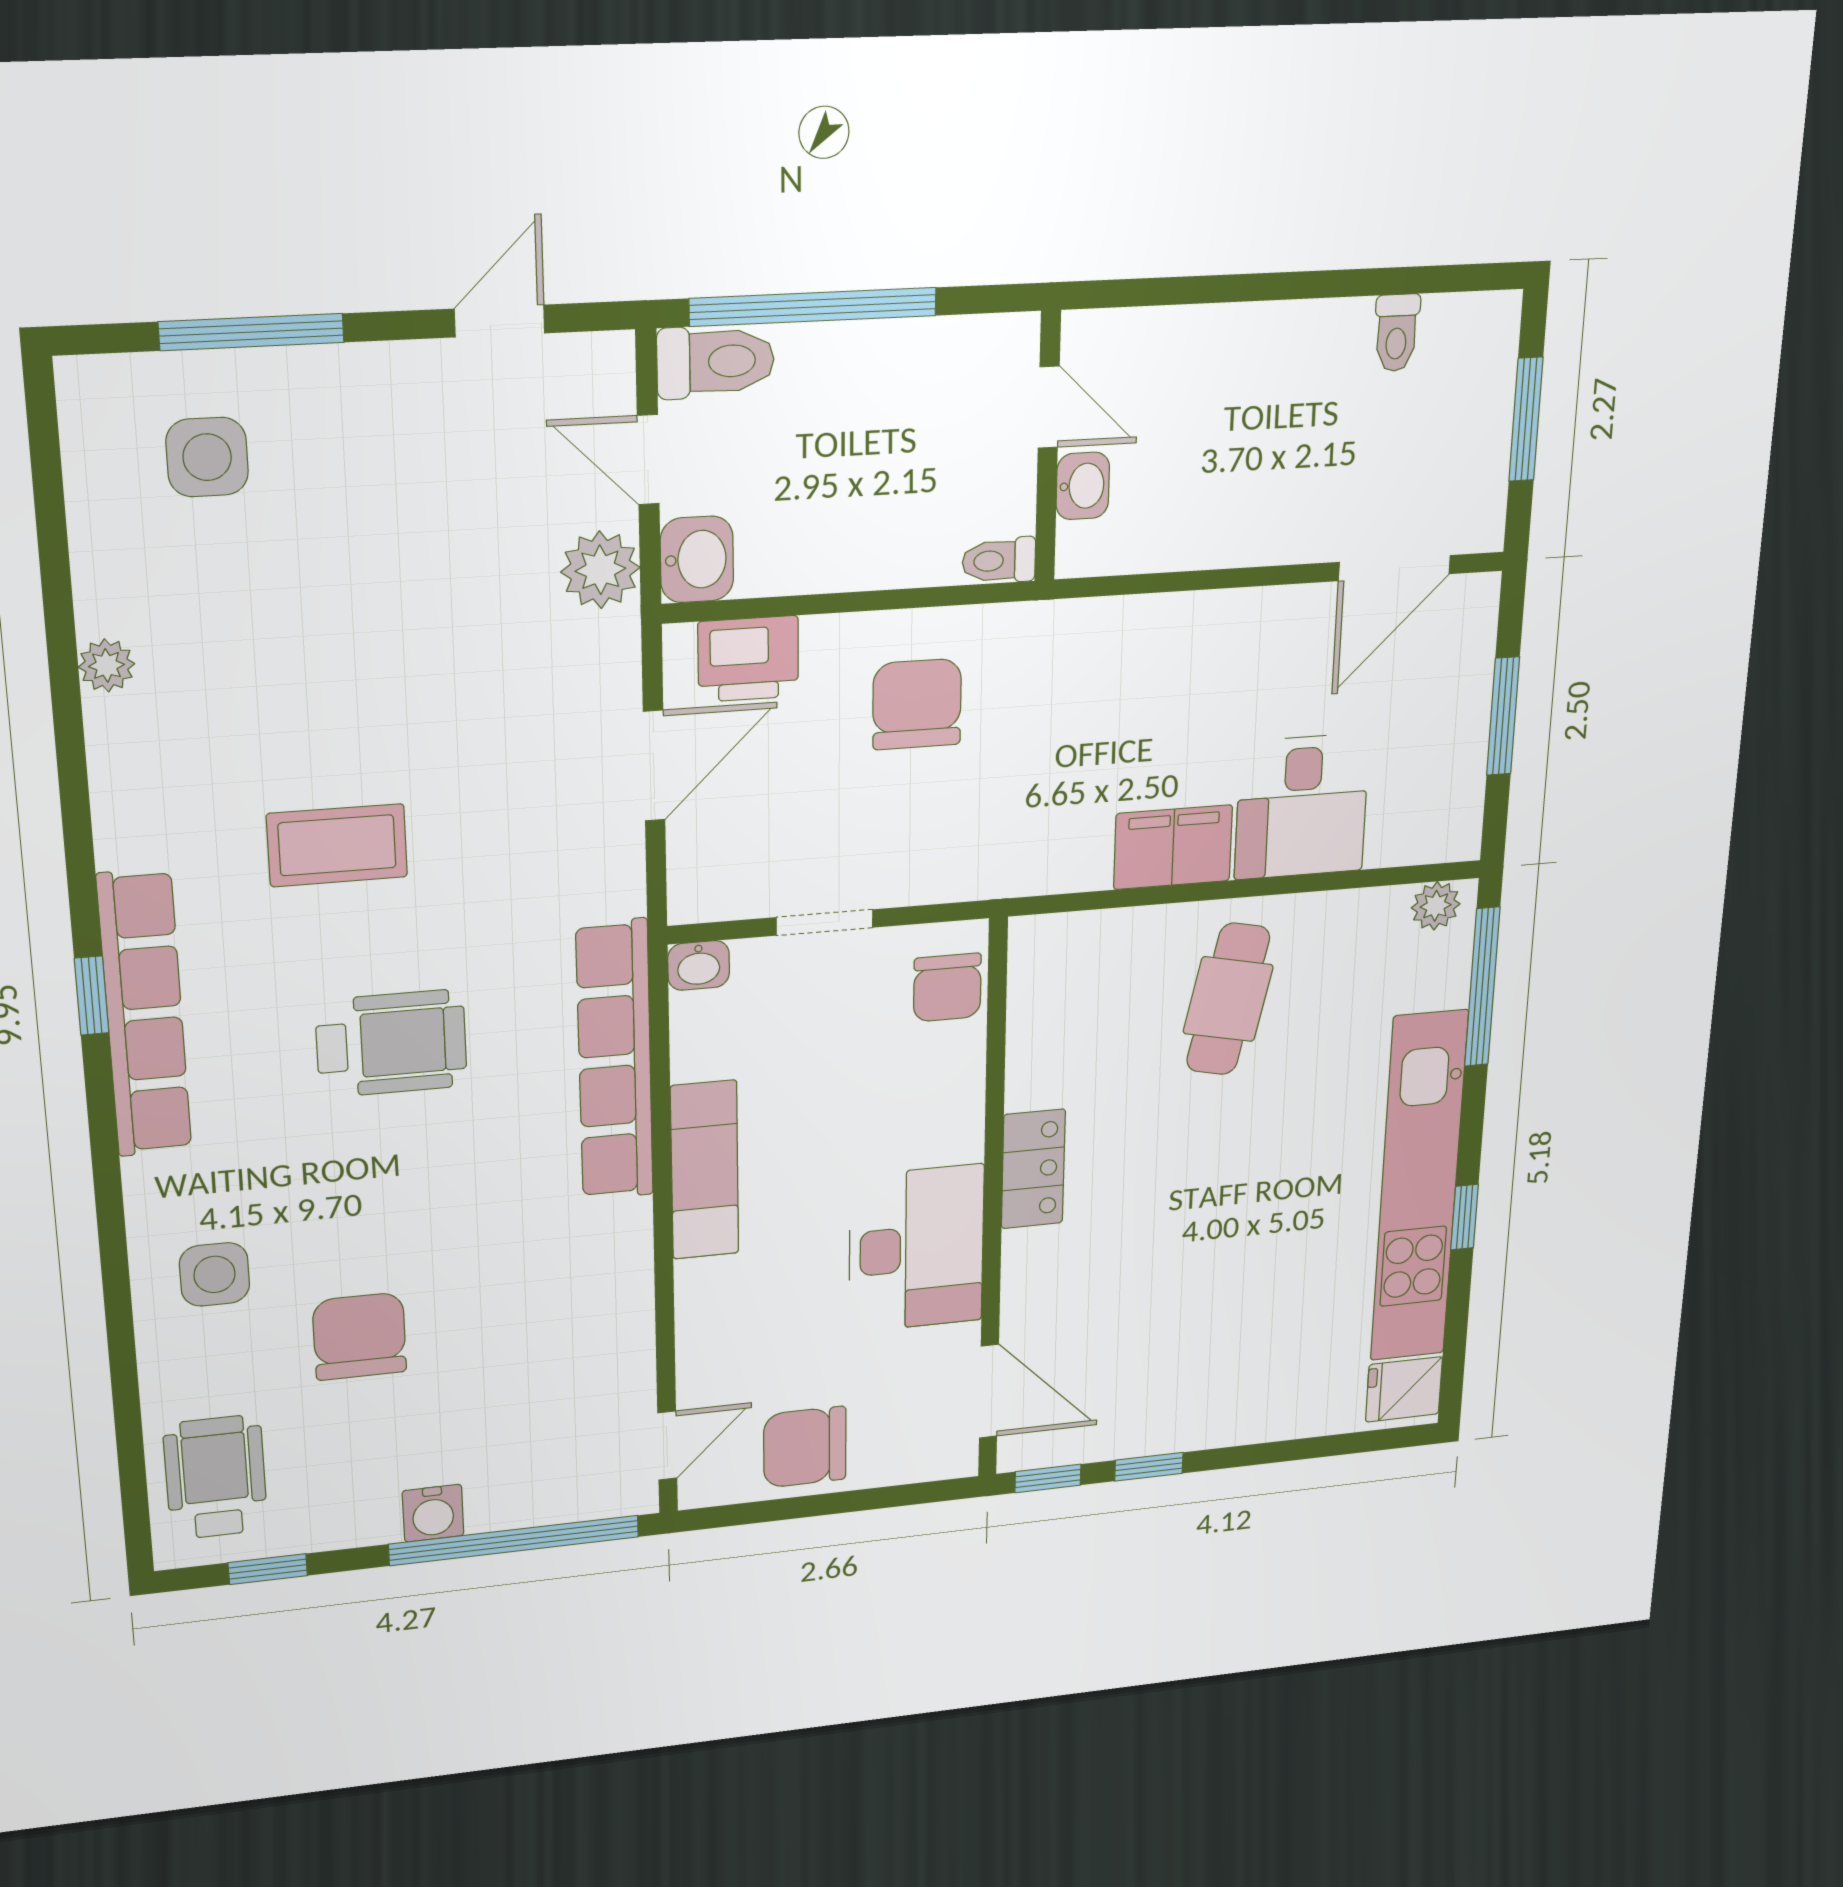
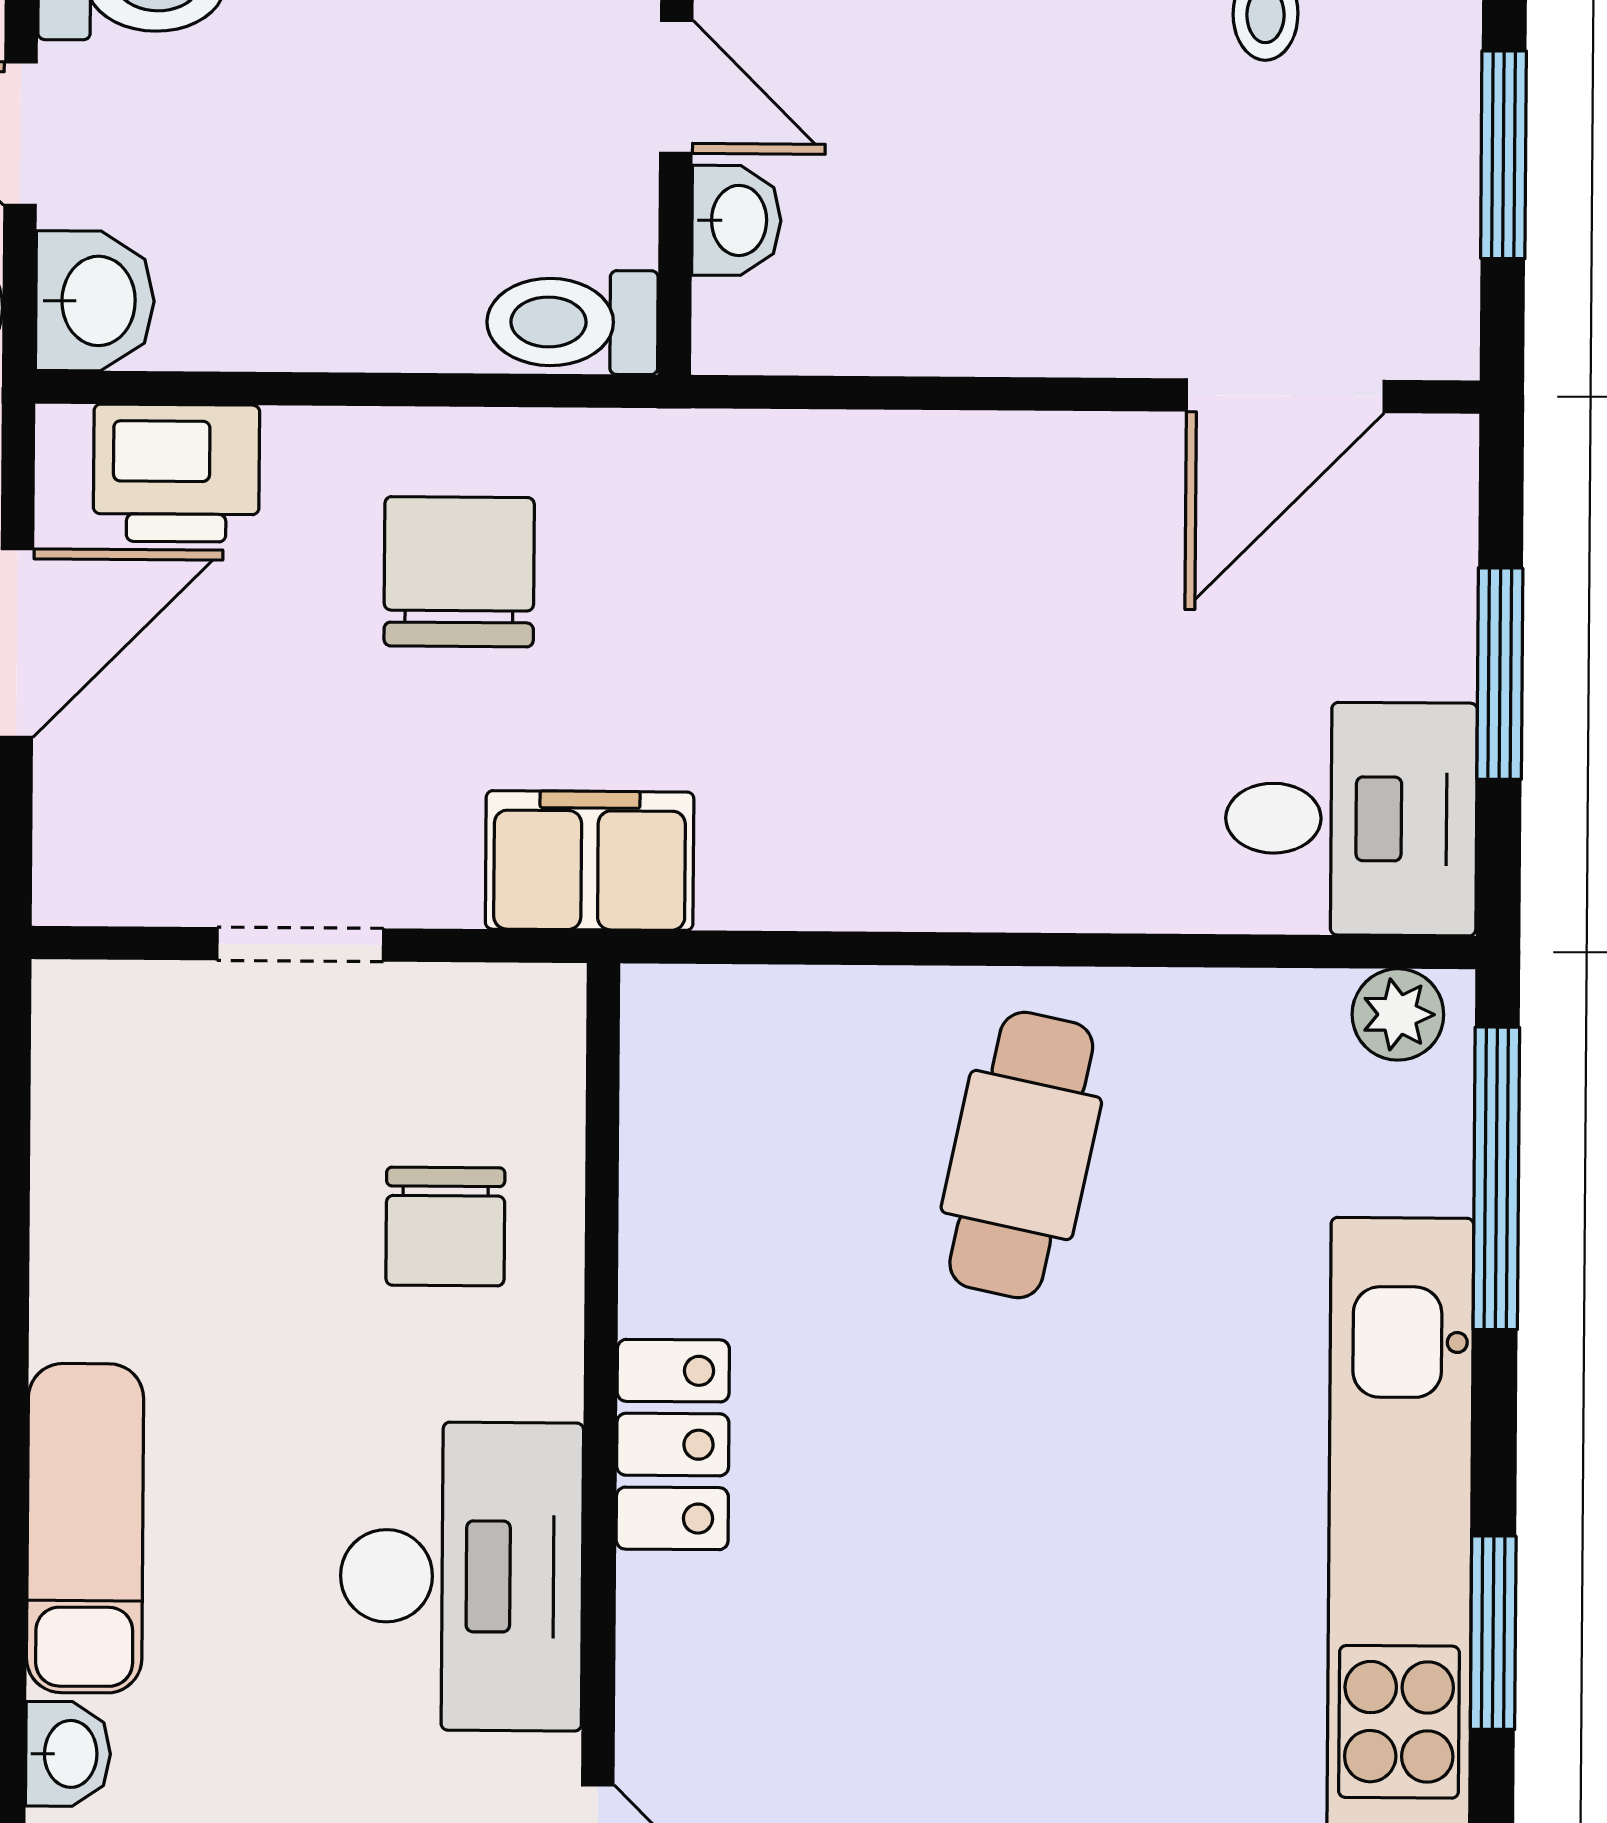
toilet: (999, 561) -> (572, 322), width x1.37, depth x1.39
desk: (1302, 806) -> (1351, 819), moved, turned -90
filing cabinet: (1173, 847) -> (590, 861), moved
washbasin: (699, 965) -> (68, 1754), moved, turned -90
chair: (947, 987) -> (445, 1226), moved
exam couch: (705, 1170) -> (85, 1528), moved
window: (1465, 1217) -> (1493, 1633), width x1.50

